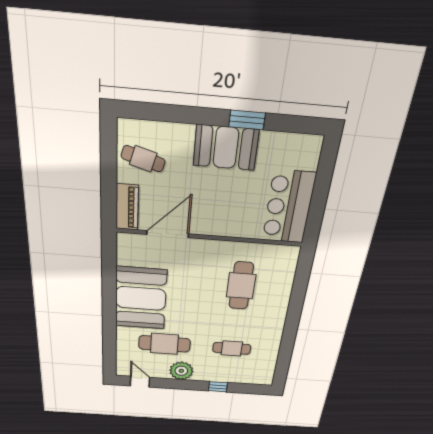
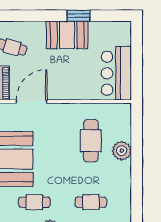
plant: (278, 299) -> (122, 151), added
cafe table: (164, 344) -> (34, 202), width x0.73, depth x0.74

